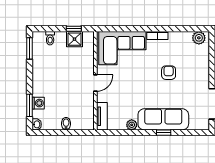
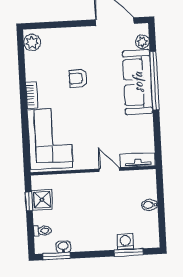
door: (95, 83) -> (109, 170), moved
washbasin: (37, 124) -> (63, 247), moved
plant: (132, 125) -> (142, 42), moved
window: (164, 133) -> (154, 81), width x3.17

